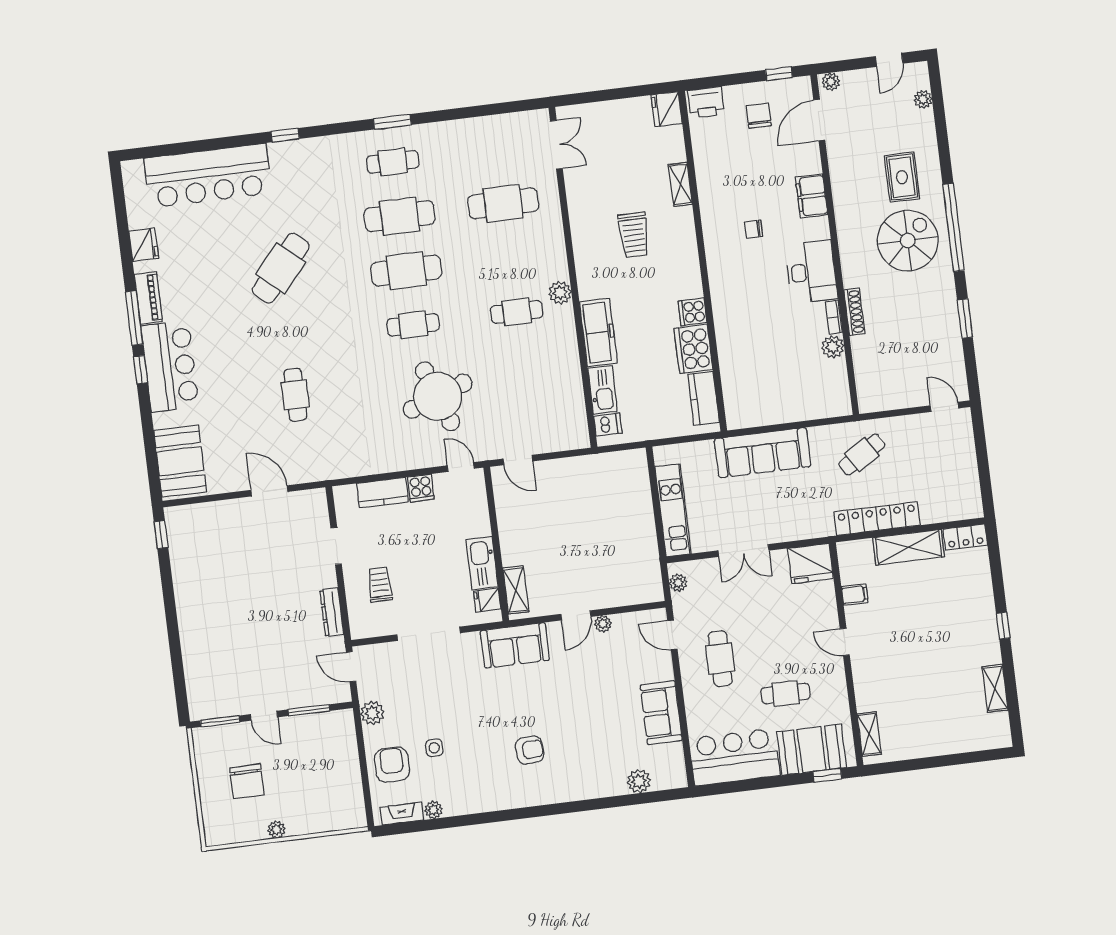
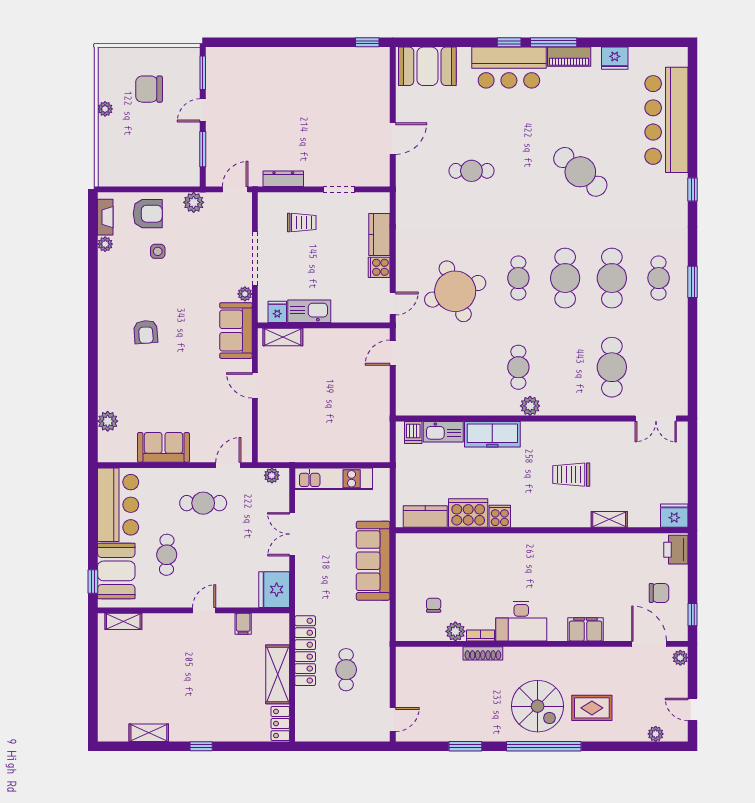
chair: (754, 229) -> (434, 605), moved
cafe table: (862, 455) -> (346, 670), moved, turned 32
plant: (603, 624) -> (245, 294), moved

